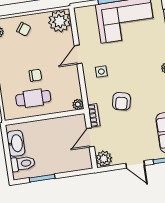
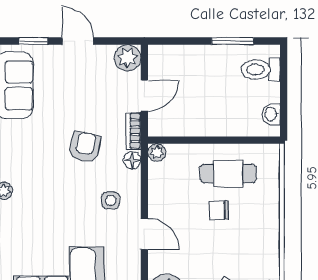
door: (78, 54) -> (144, 234), hinge flipped
floor lamp: (92, 98) -> (132, 160), added
washbasin: (16, 143) -> (271, 114), width x0.52, depth x0.69

